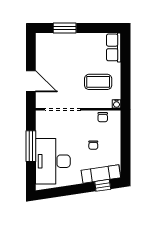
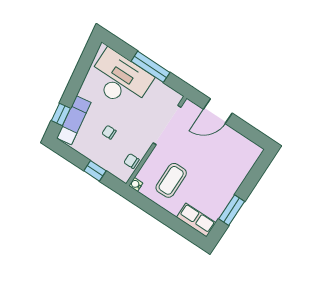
window: (65, 28) -> (232, 210), moved
window: (126, 137) -> (95, 171), added

